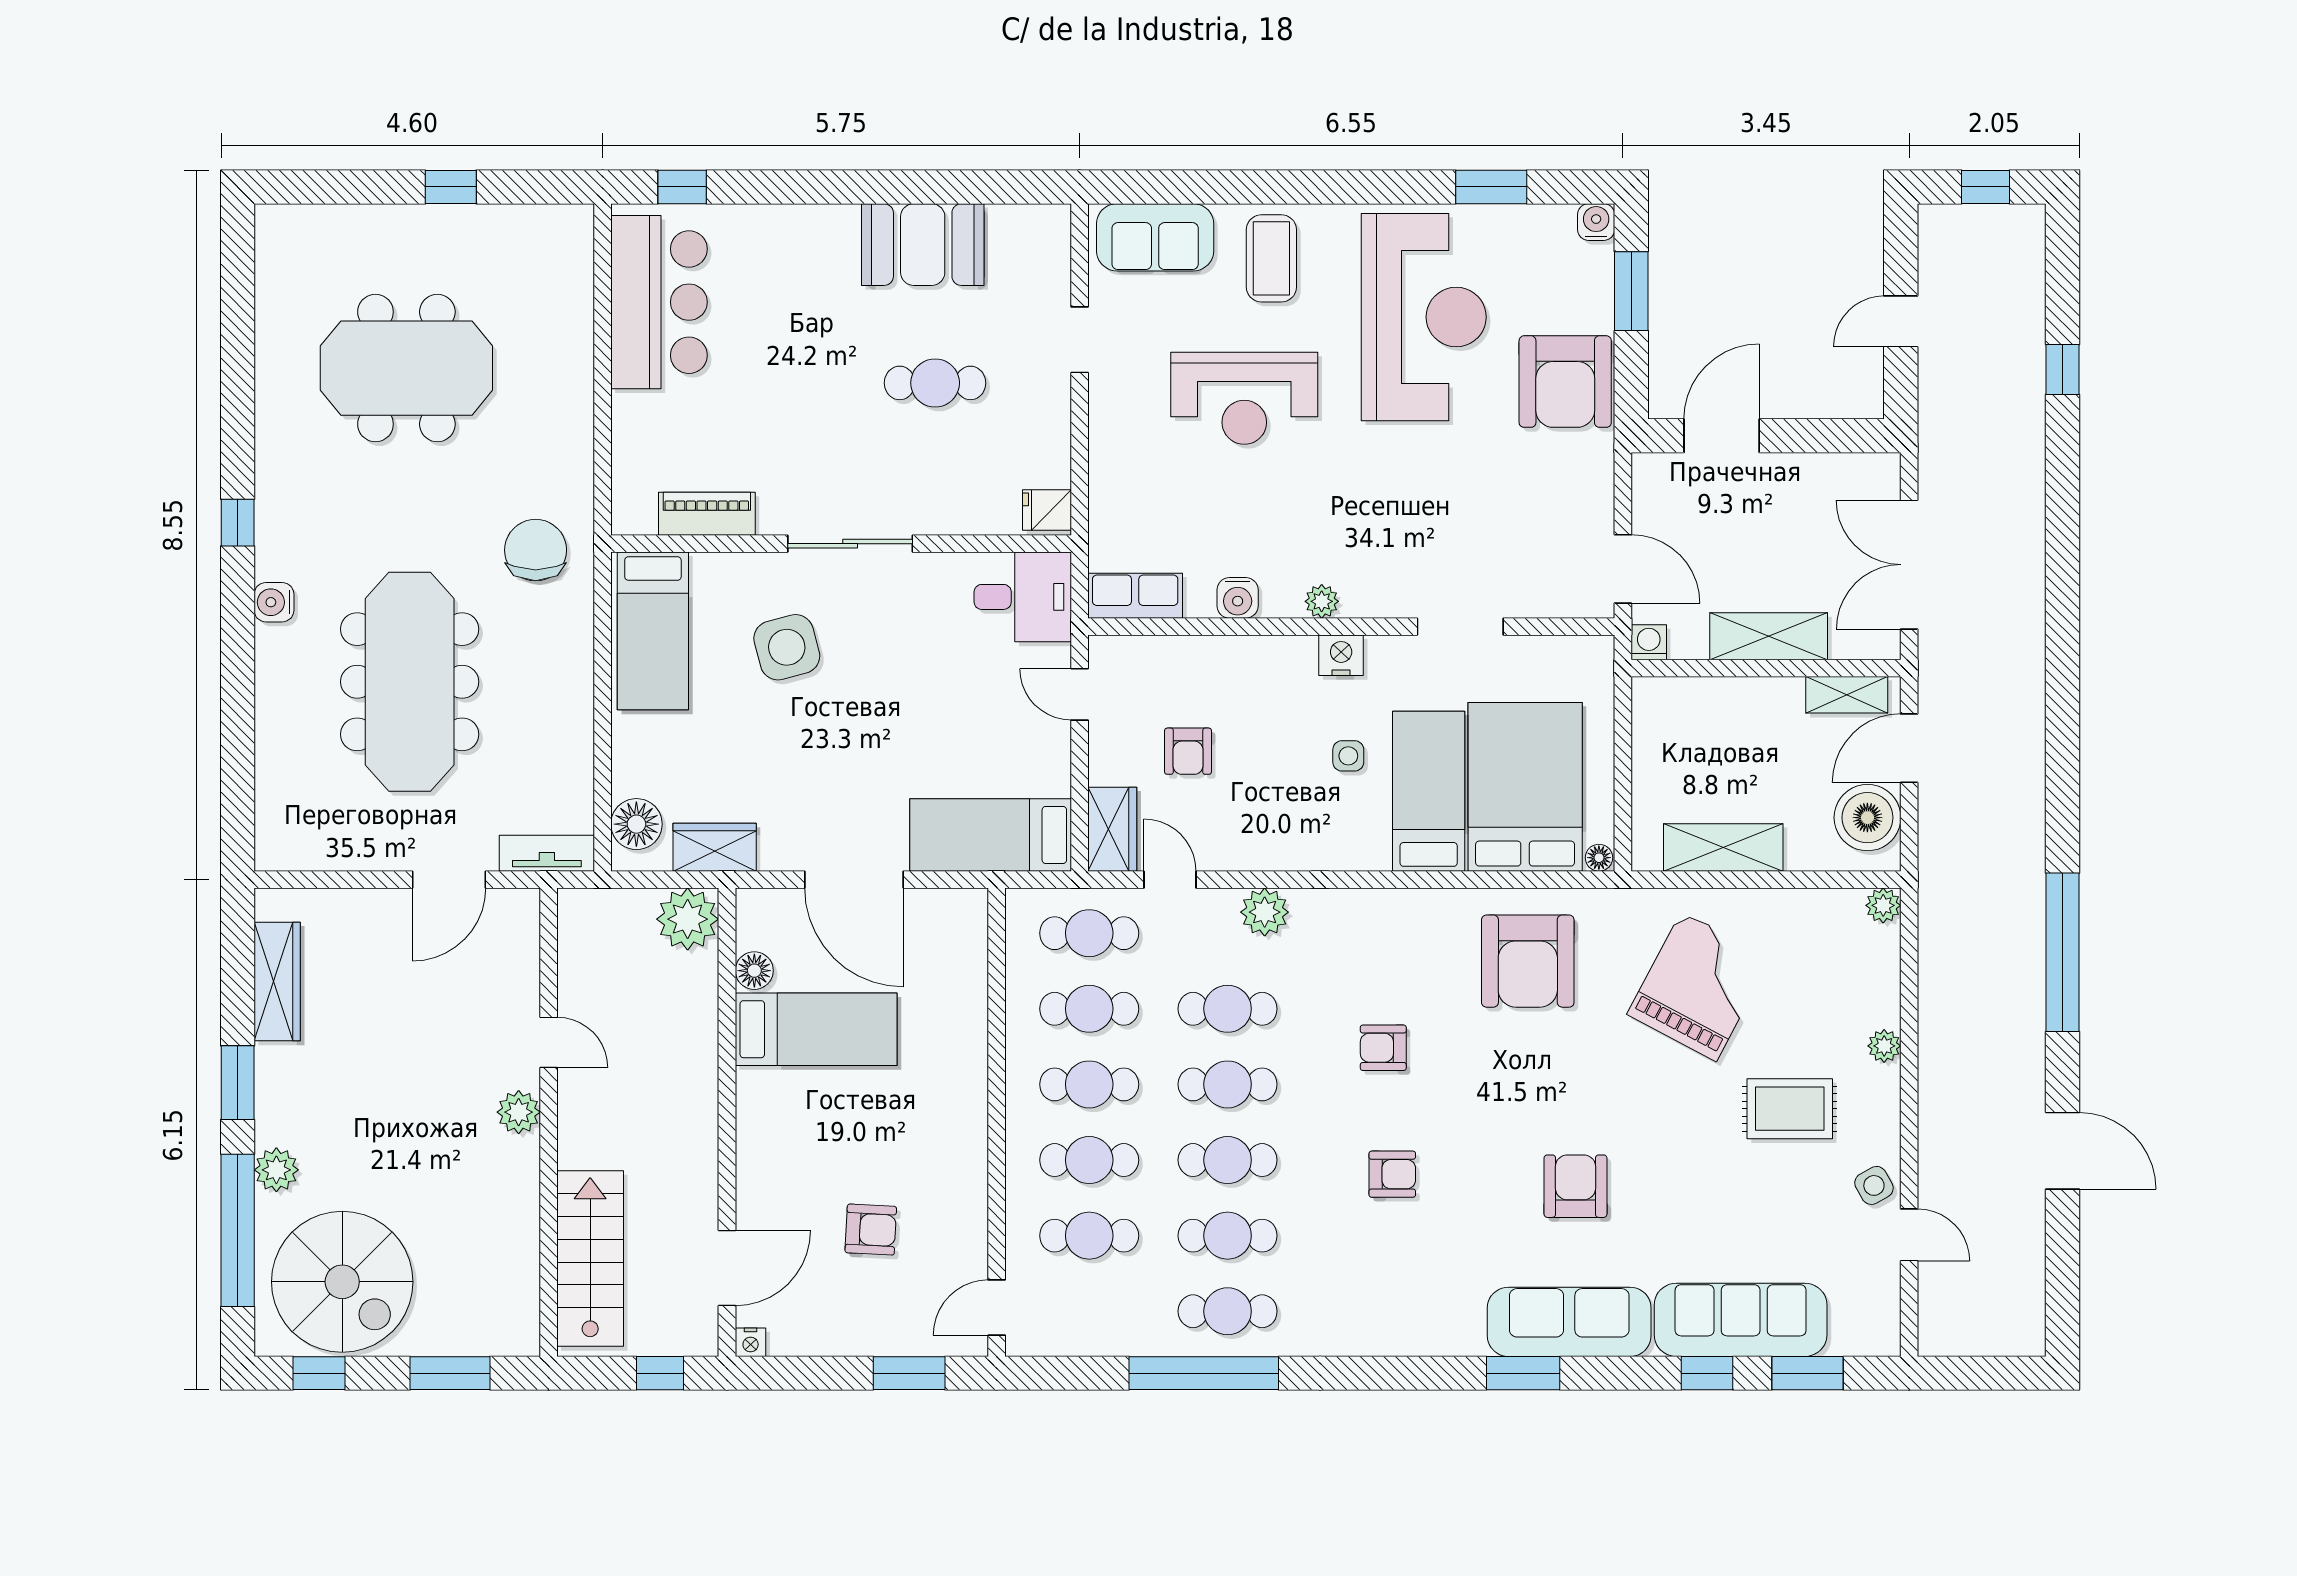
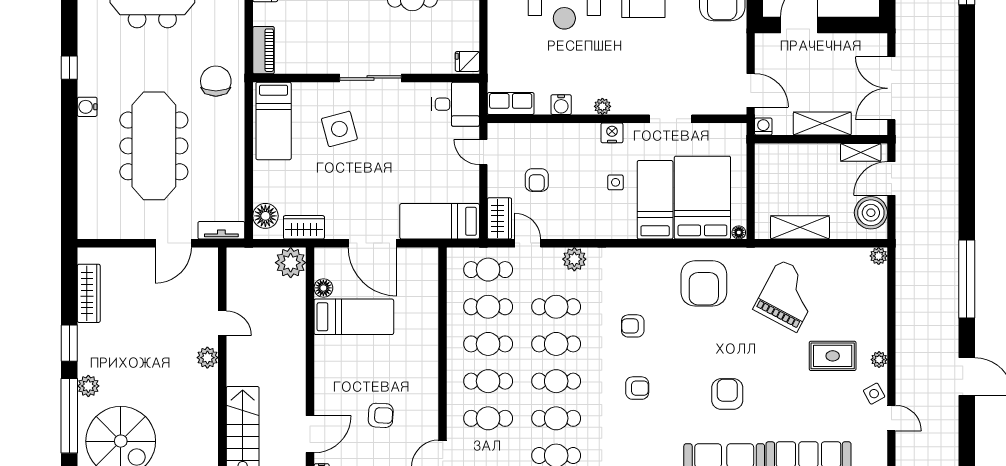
piano: (707, 514) -> (263, 50), moved, turned 90
plant: (1884, 1046) -> (879, 360), moved

